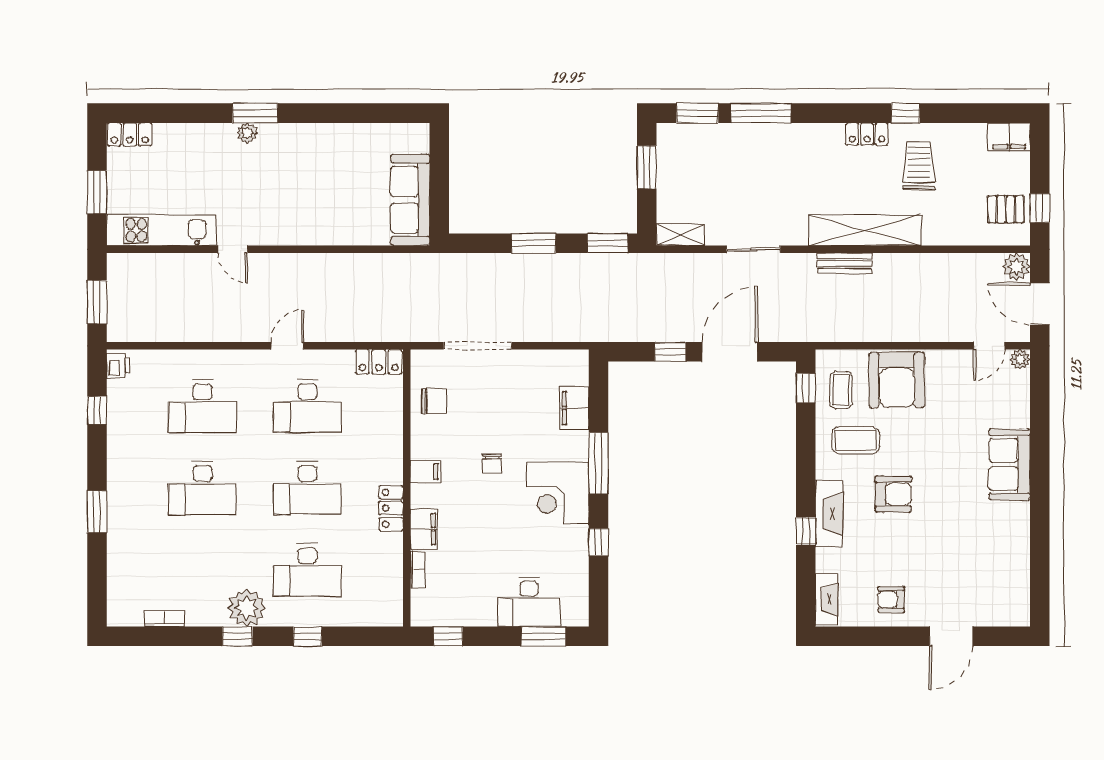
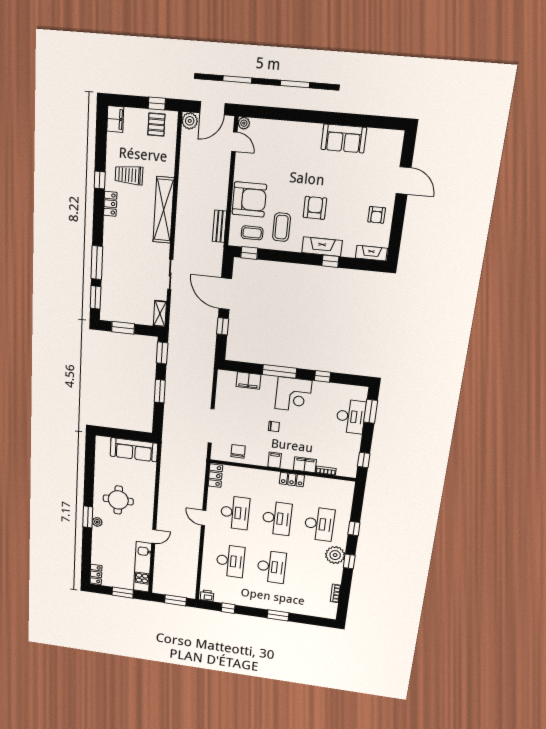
round table: (301, 174) -> (118, 500), added
bench: (845, 263) -> (219, 226), moved
sofa: (1010, 464) -> (344, 138), moved

